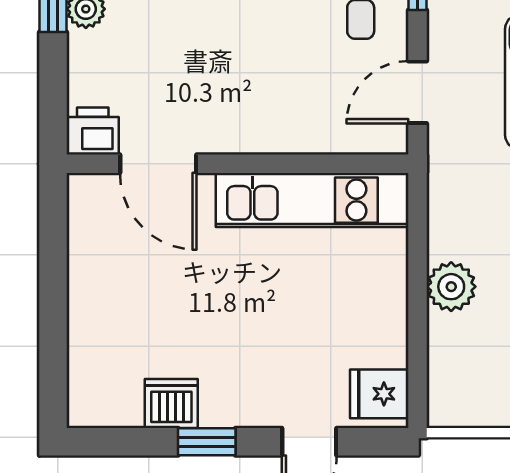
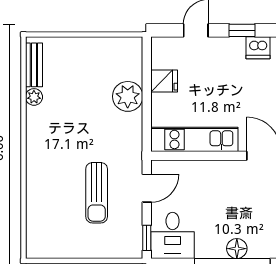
plant: (451, 287) -> (128, 96), width x1.36, depth x1.36
fridge: (379, 394) -> (164, 81), moved

